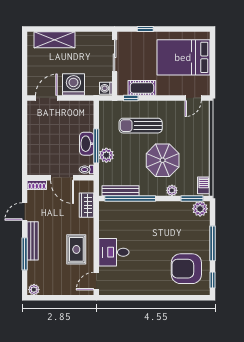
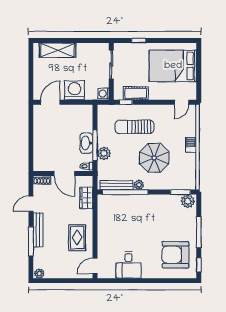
barbecue: (204, 185) -> (191, 145), moved
plant: (172, 190) -> (139, 185), moved
desk: (114, 252) -> (129, 265), moved, turned -90

